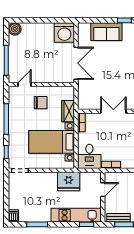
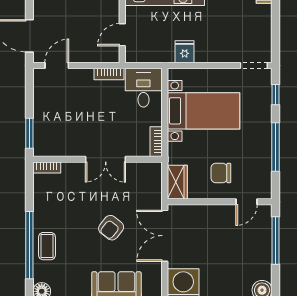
armchair: (110, 68) -> (111, 228), added
wardrobe: (68, 111) -> (177, 182), moved
fridge: (69, 181) -> (185, 52), width x0.53, depth x0.75

